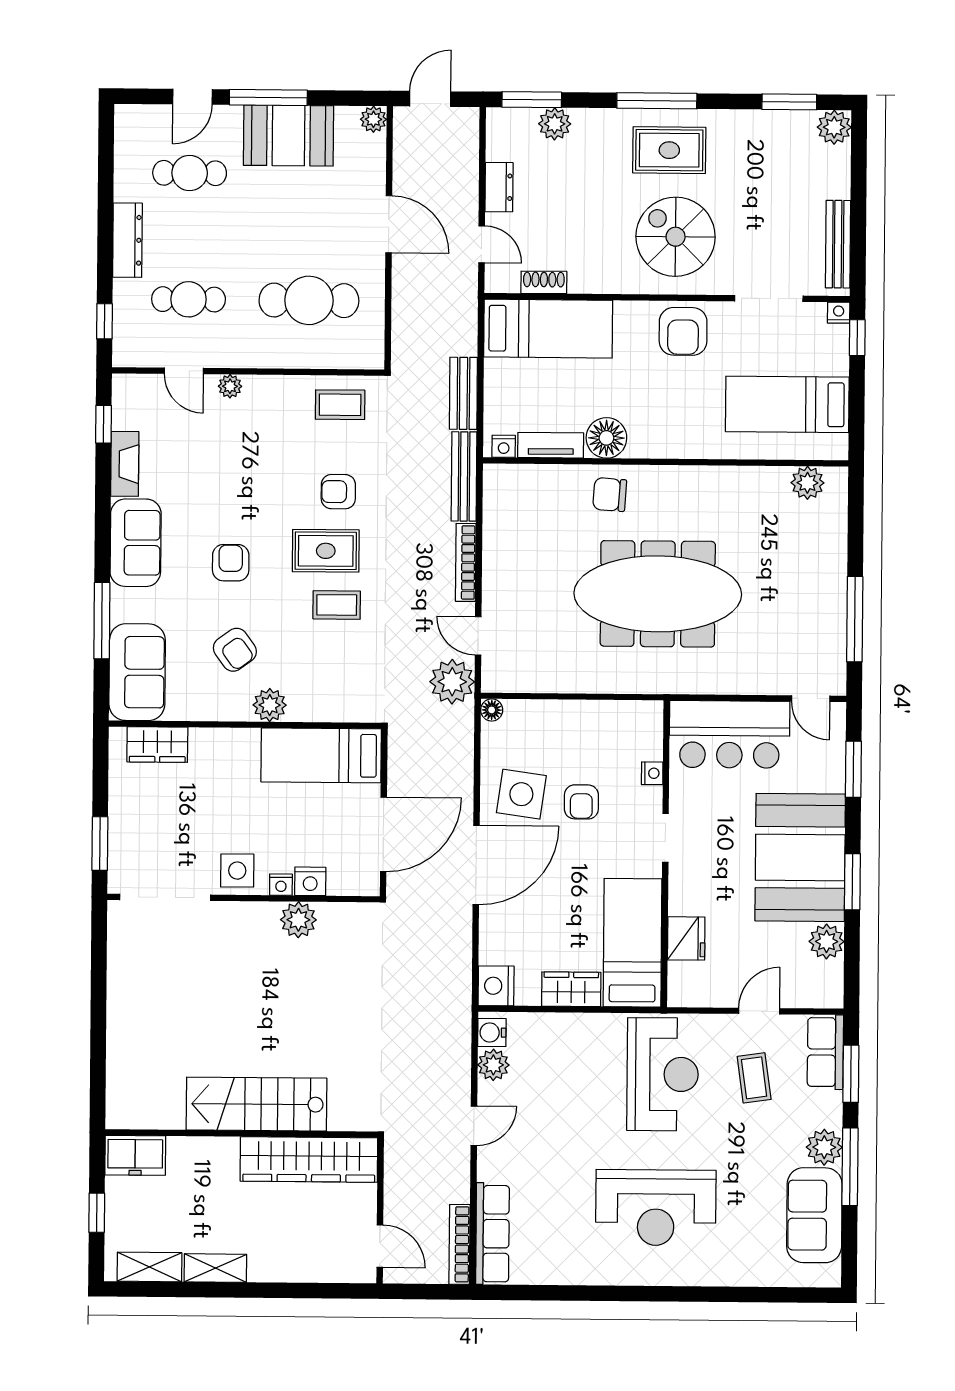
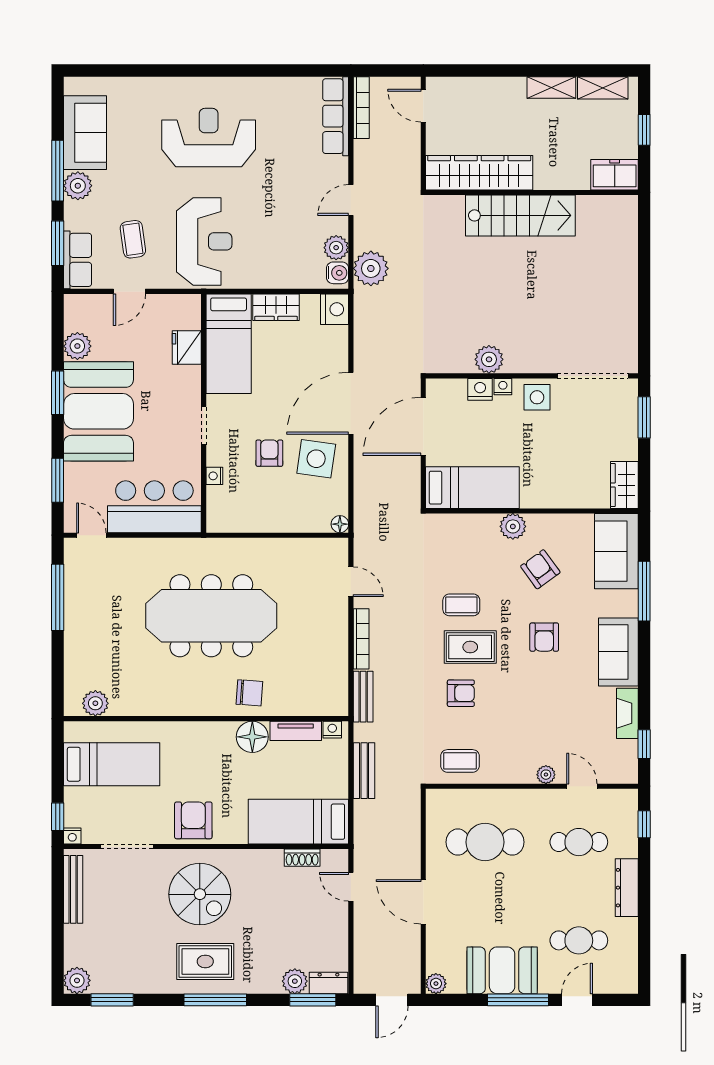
dresser: (499, 187) -> (328, 983), moved, turned 90
bench: (464, 476) -> (363, 697), width x0.73
plant: (452, 682) -> (371, 268), moved
wardrobe: (157, 745) -> (624, 485), moved, turned -90
reception desk: (663, 1074) -> (204, 241), turned 180

